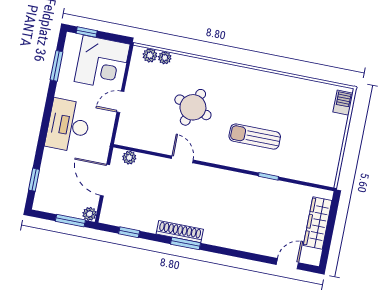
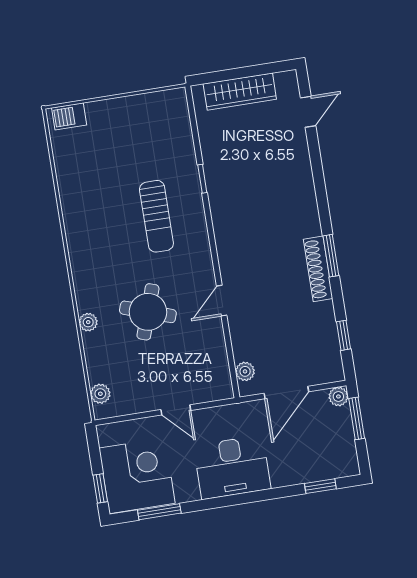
plant: (165, 58) -> (88, 322), moved
corner desk: (102, 63) -> (137, 476), moved
door: (287, 264) -> (308, 112), swing flipped

